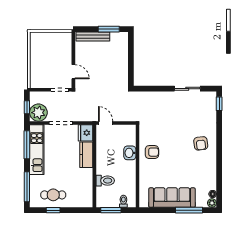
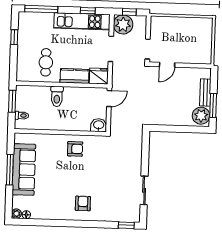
bench: (93, 36) -> (205, 93), width x0.73
plant: (118, 40) -> (201, 116), added
armchair: (201, 143) -> (83, 203), turned 97
window: (27, 145) -> (88, 11), width x0.46
armchair: (152, 152) -> (75, 149), turned -90
washbasin: (130, 153) -> (99, 125), moved
toilet: (105, 181) -> (57, 96), moved
cafe table: (53, 195) -> (46, 62), moved
window: (189, 210) -> (10, 170), moved

